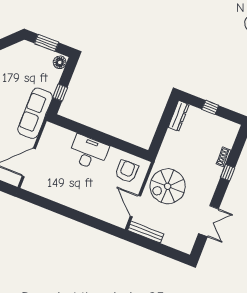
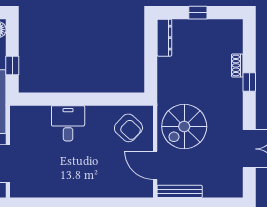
desk: (88, 152) -> (68, 123), width x0.73
armchair: (127, 171) -> (128, 128), turned 133

